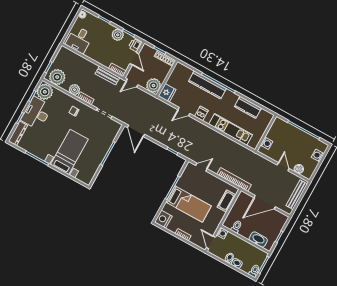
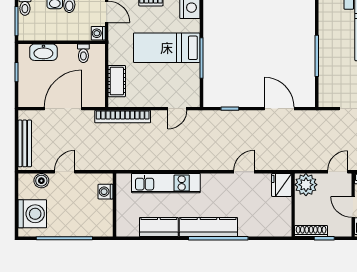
kitchen counter: (207, 85) -> (208, 227), moved
dishwasher: (201, 113) -> (218, 183), removed
door: (136, 131) -> (279, 109), moved
washing machine: (318, 155) -> (32, 214), width x1.89, depth x1.89
door: (283, 167) -> (65, 172), swing flipped

